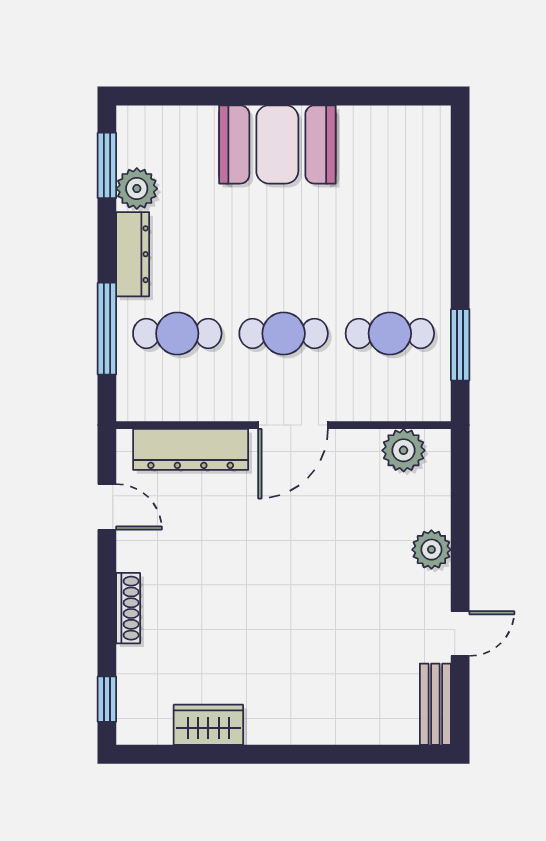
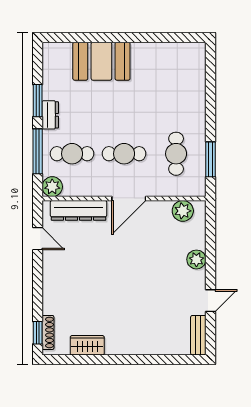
booth: (277, 144) -> (101, 61), moved
window: (107, 165) -> (38, 101), moved
plant: (137, 189) -> (52, 187), moved
dresser: (133, 254) -> (50, 115), width x0.70
cafe table: (390, 333) -> (176, 154), turned 90
shoe rack: (128, 608) -> (48, 332), moved

